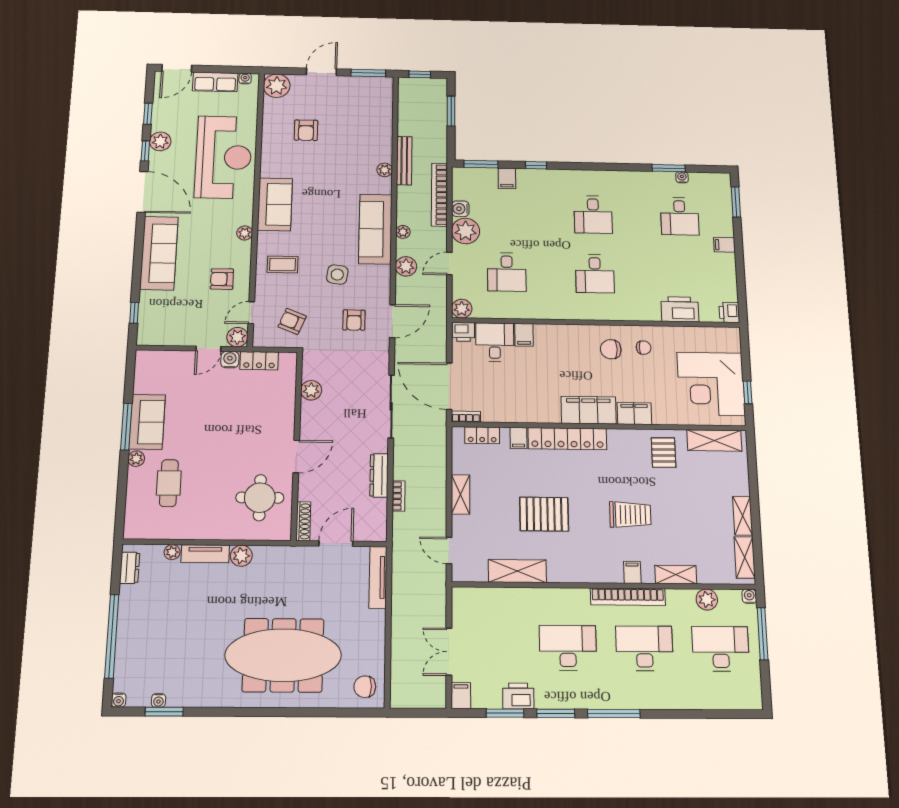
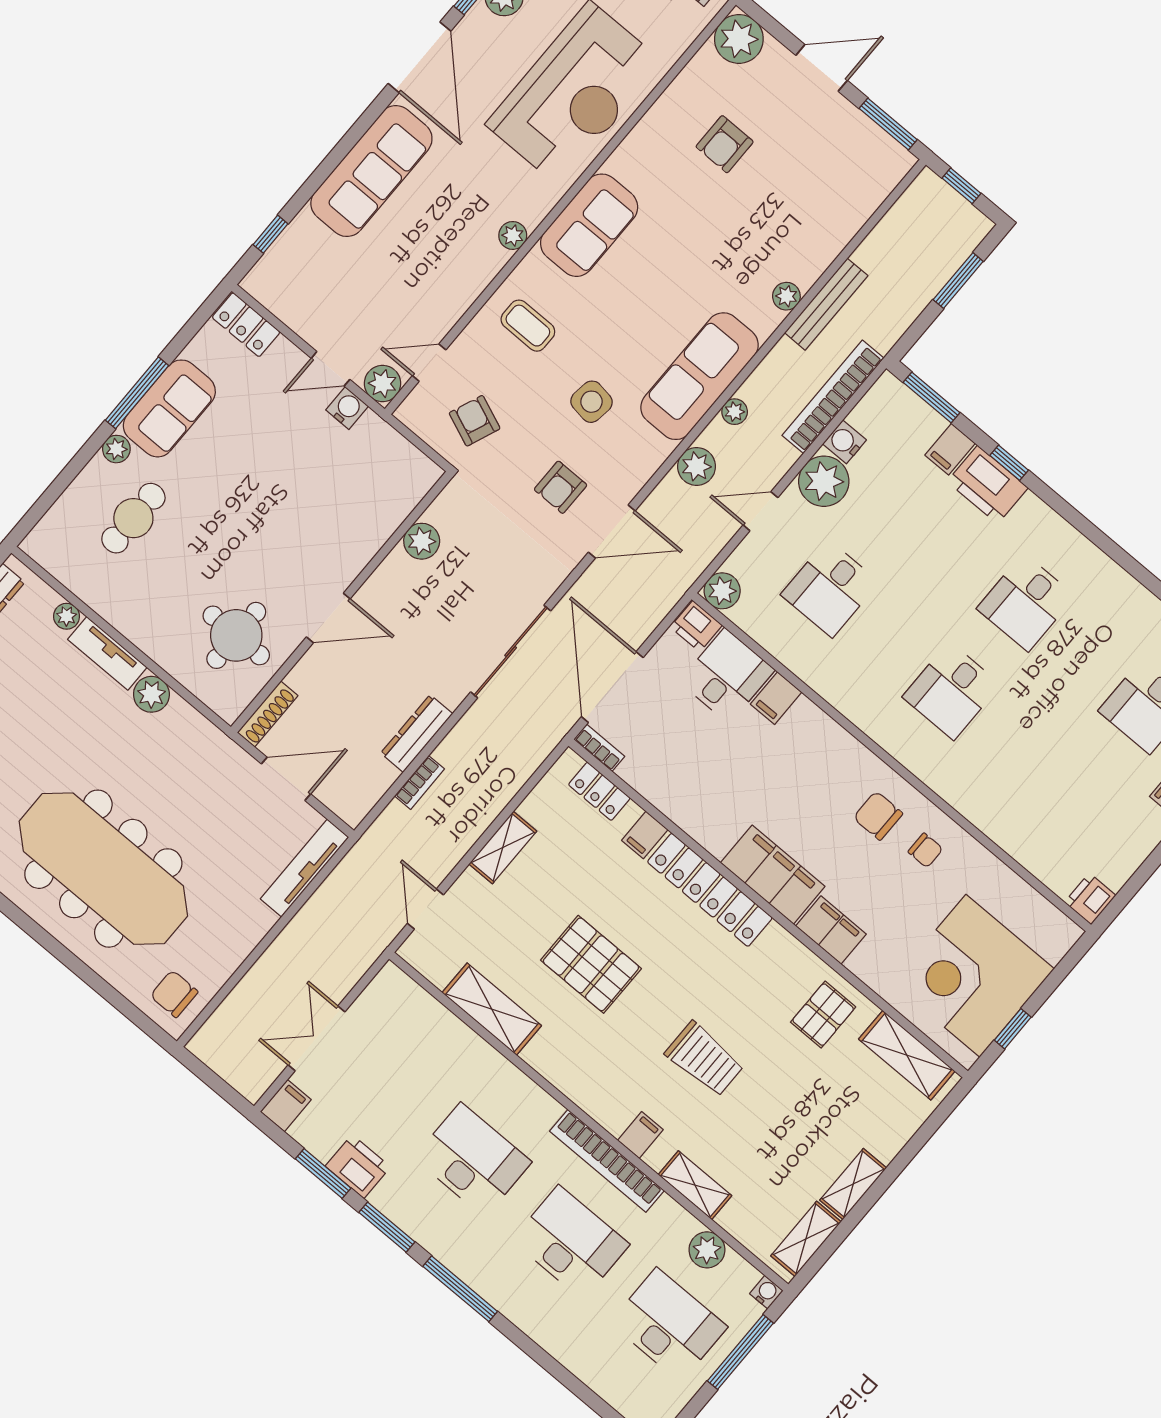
armchair: (222, 279) -> (428, 280), removed
printer: (680, 309) -> (988, 485), moved, turned 180
locker: (259, 361) -> (246, 325), moved

